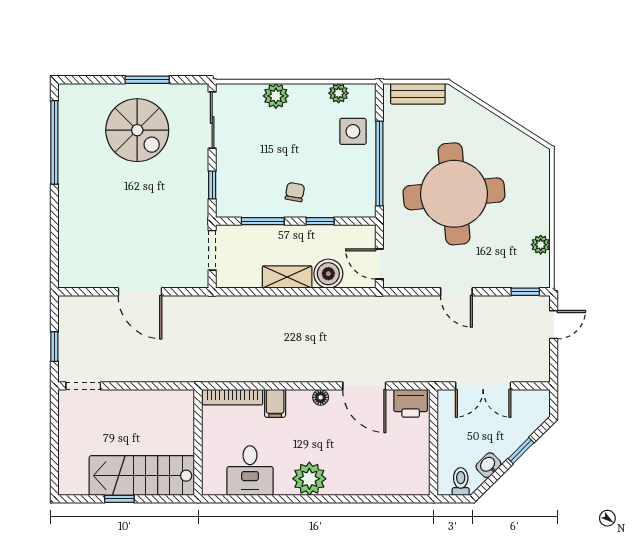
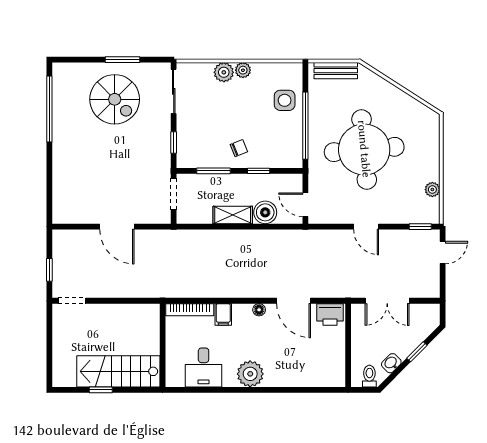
plant: (339, 93) -> (243, 70), moved
chair: (295, 192) -> (239, 148), turned 58

